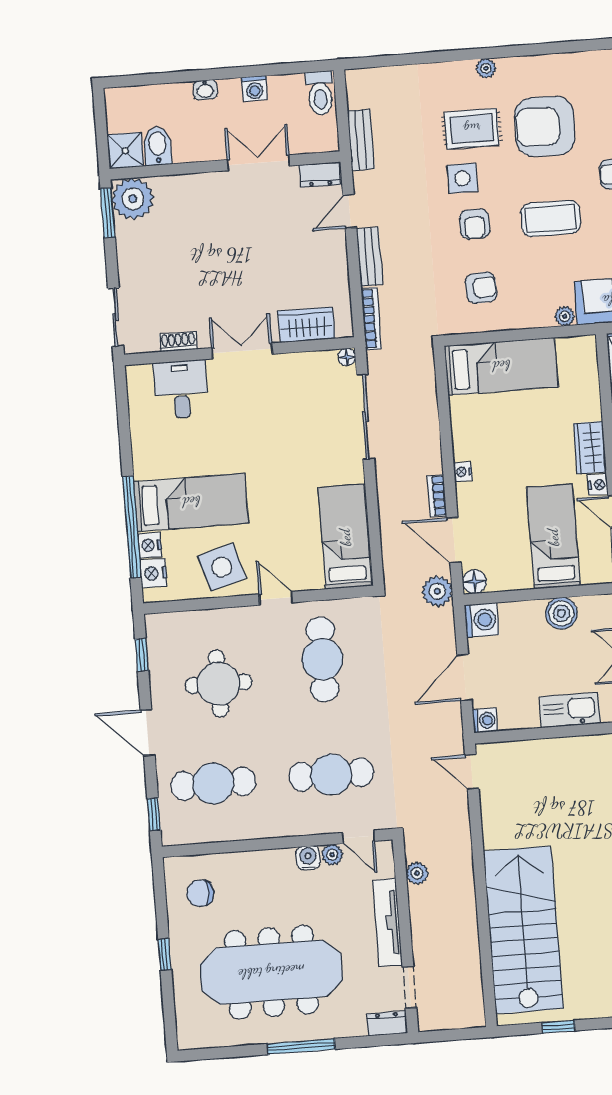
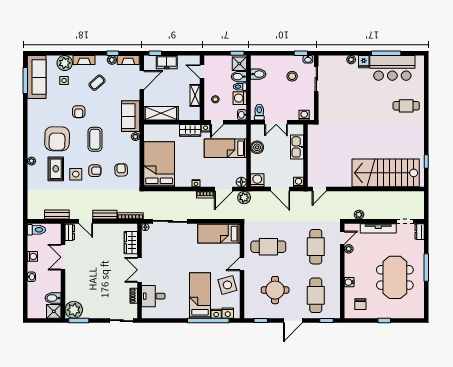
bed: (501, 366) -> (159, 164), width x1.50
water cooler: (308, 858) -> (349, 282), moved
meeting table: (271, 972) -> (395, 277), width x0.73

